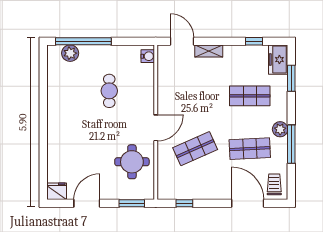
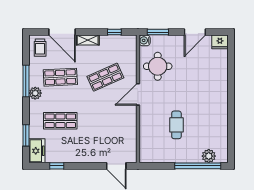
shelving: (209, 51) -> (88, 40), moved
water cooler: (148, 56) -> (145, 40), moved

